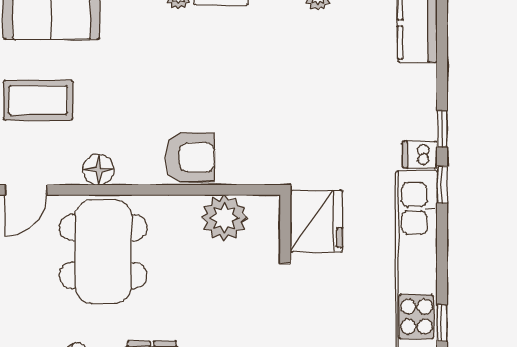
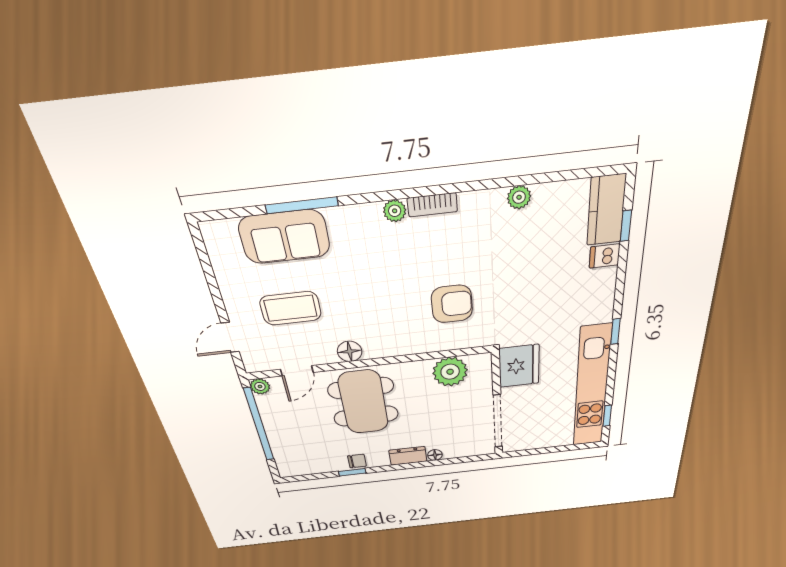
window: (442, 129) -> (626, 226), moved
dishwasher: (420, 155) -> (605, 256), moved
armchair: (190, 157) -> (452, 304), moved

